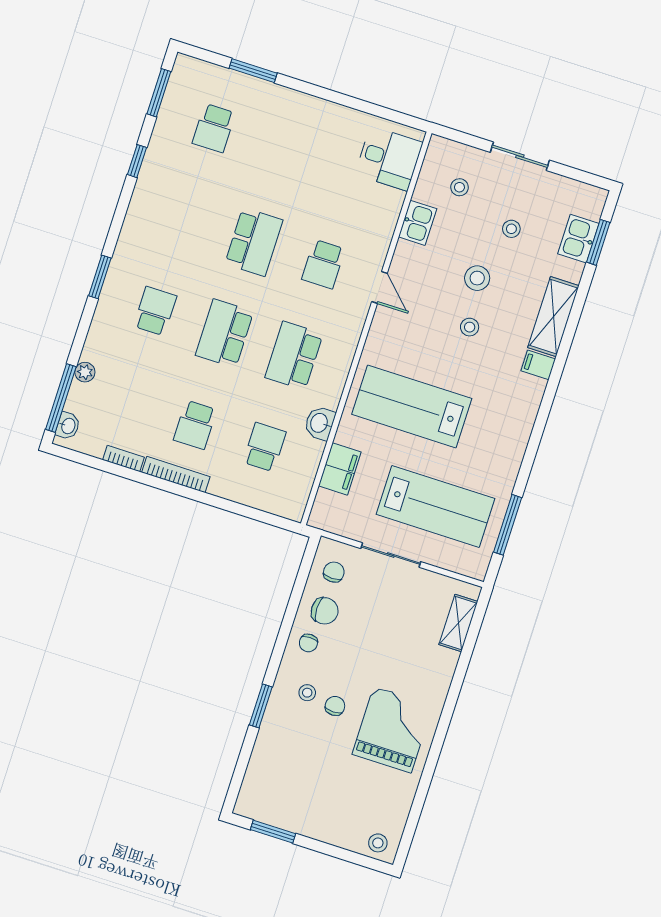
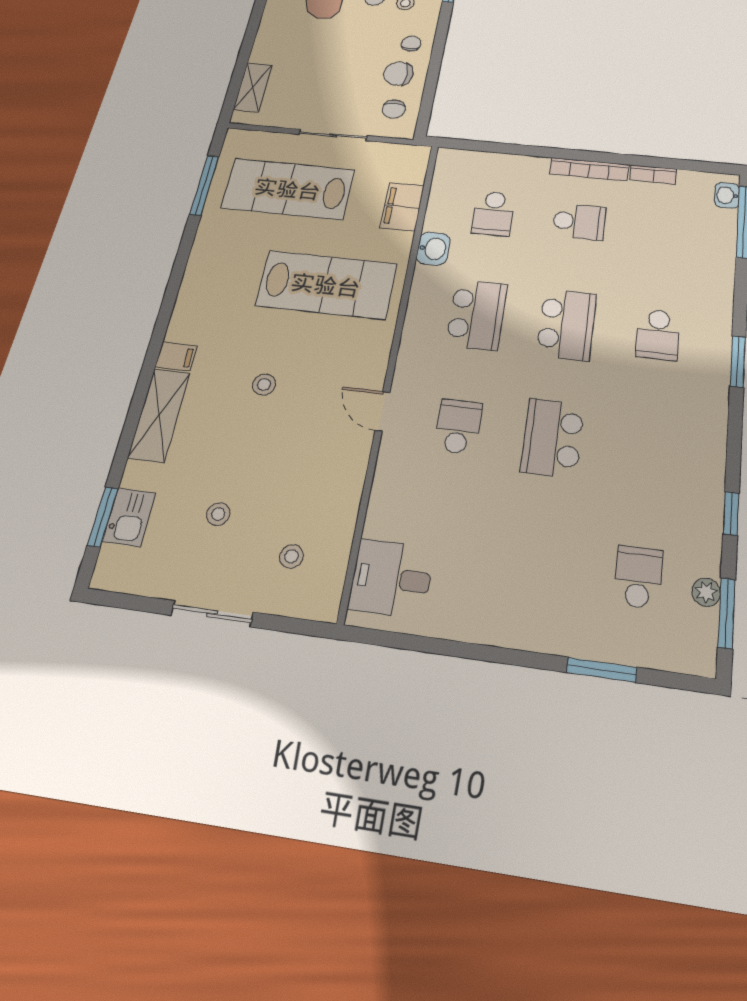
kitchen sink: (418, 223) -> (343, 500), removed
stool: (477, 278) -> (259, 444), removed
plant: (85, 372) -> (706, 592), moved
school desk: (195, 425) -> (579, 222), turned 90

